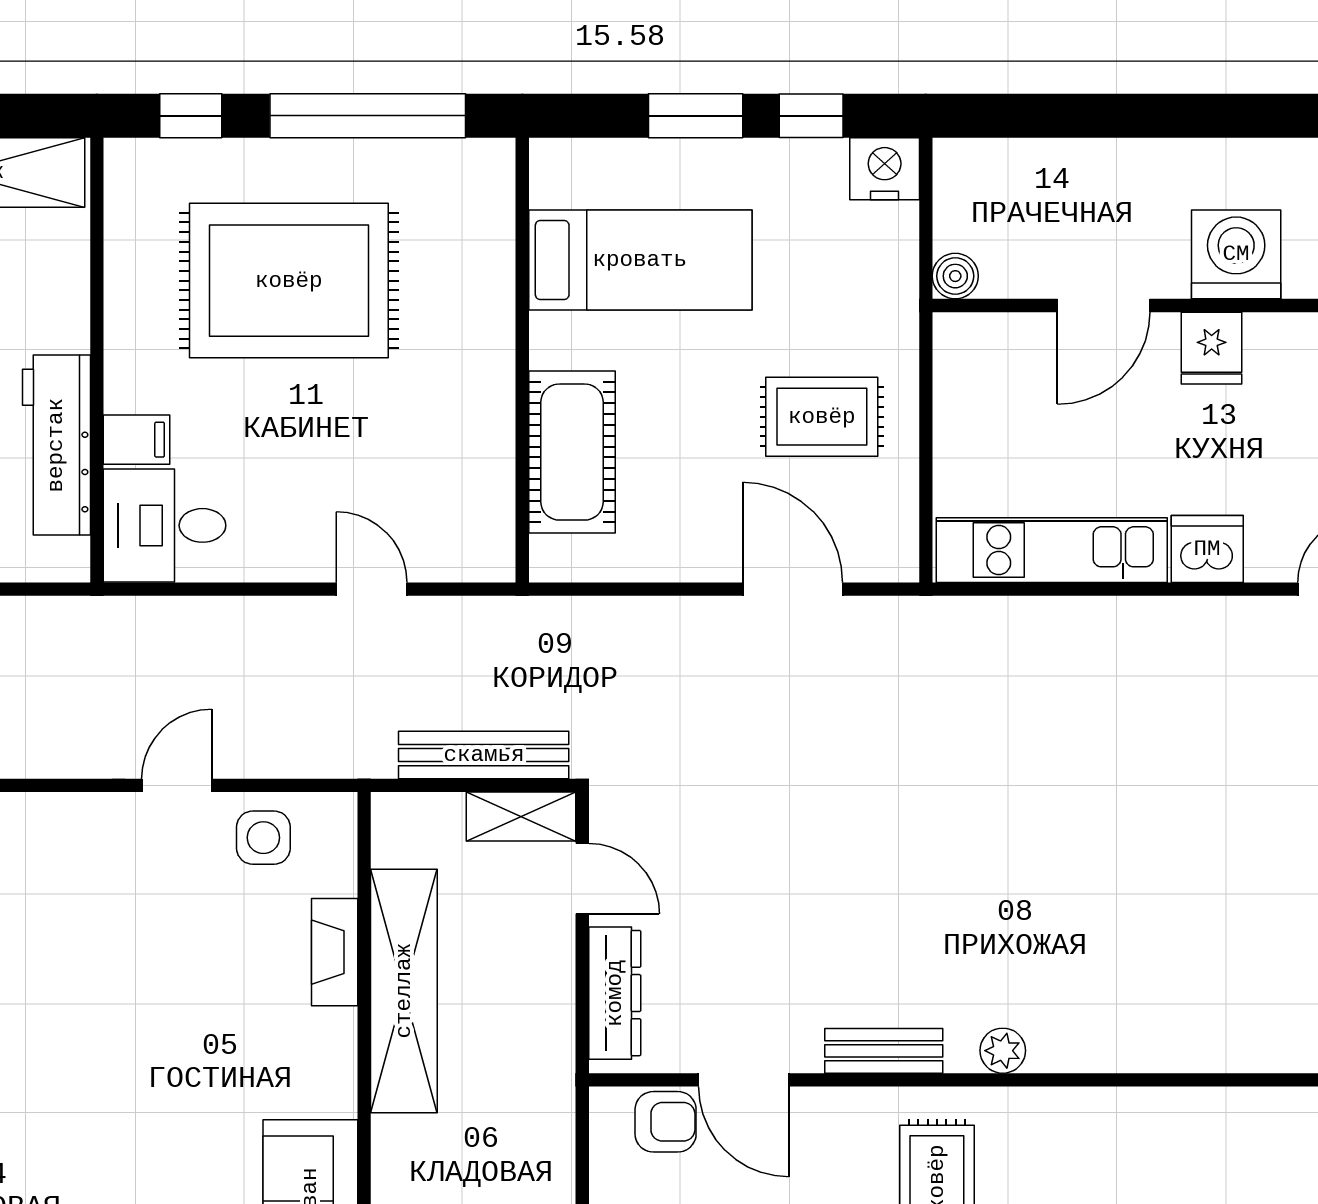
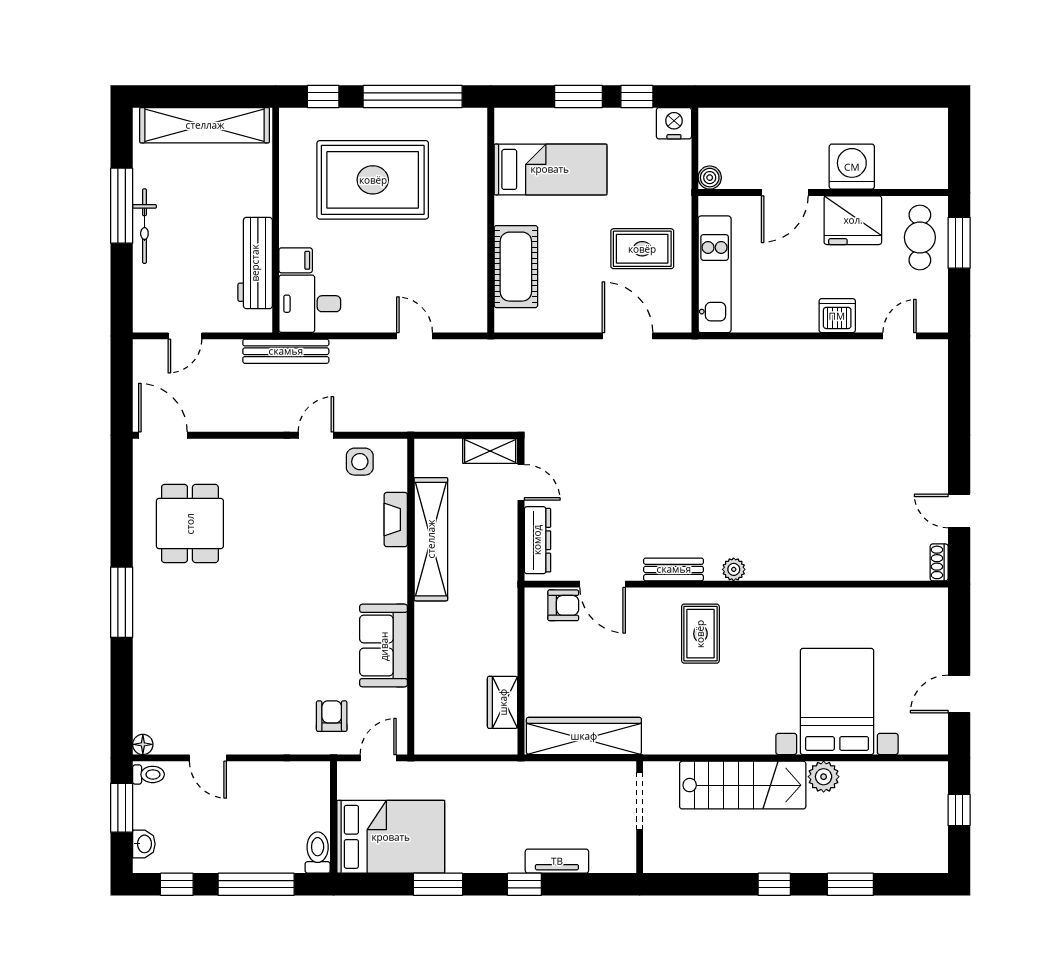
fridge: (1212, 348) -> (853, 220), width x1.88, depth x1.34
kitchen unit: (1052, 550) -> (715, 274), moved, turned 90
bench: (484, 755) -> (286, 351), moved

